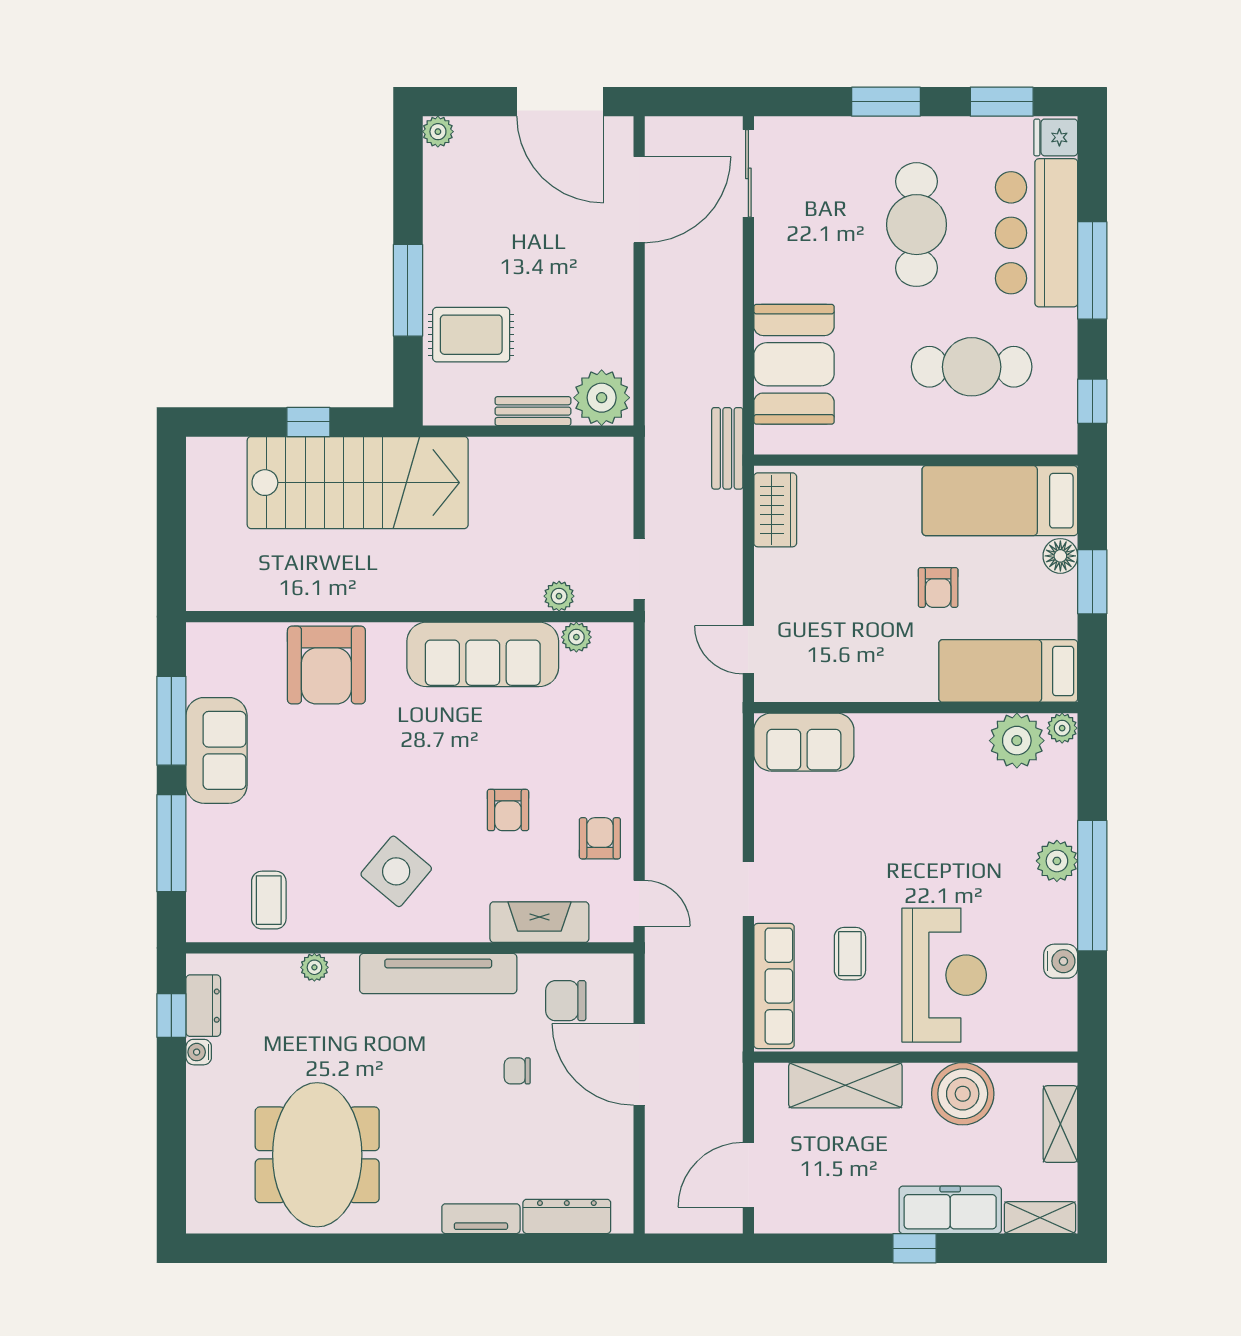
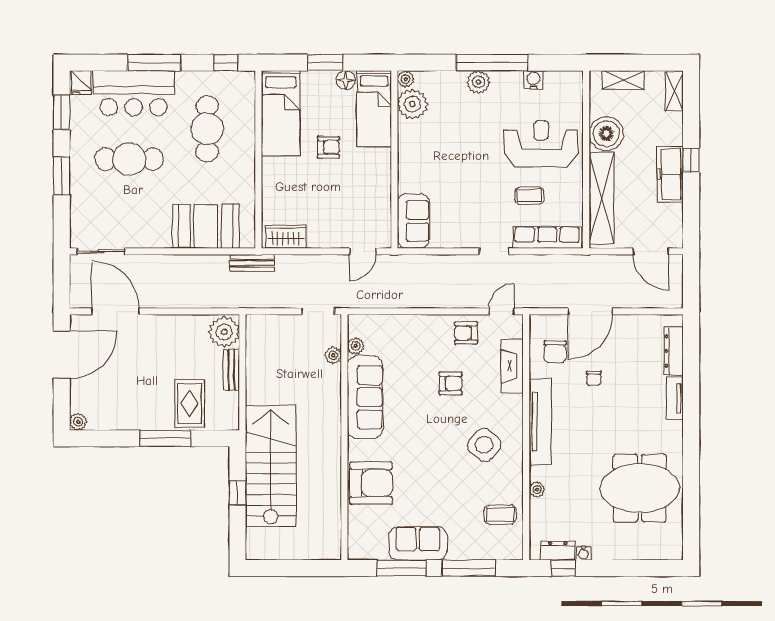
floor lamp: (1060, 556) -> (346, 80), moved
shelving: (845, 1085) -> (602, 198), width x1.47
freezer: (950, 1210) -> (670, 174), moved

